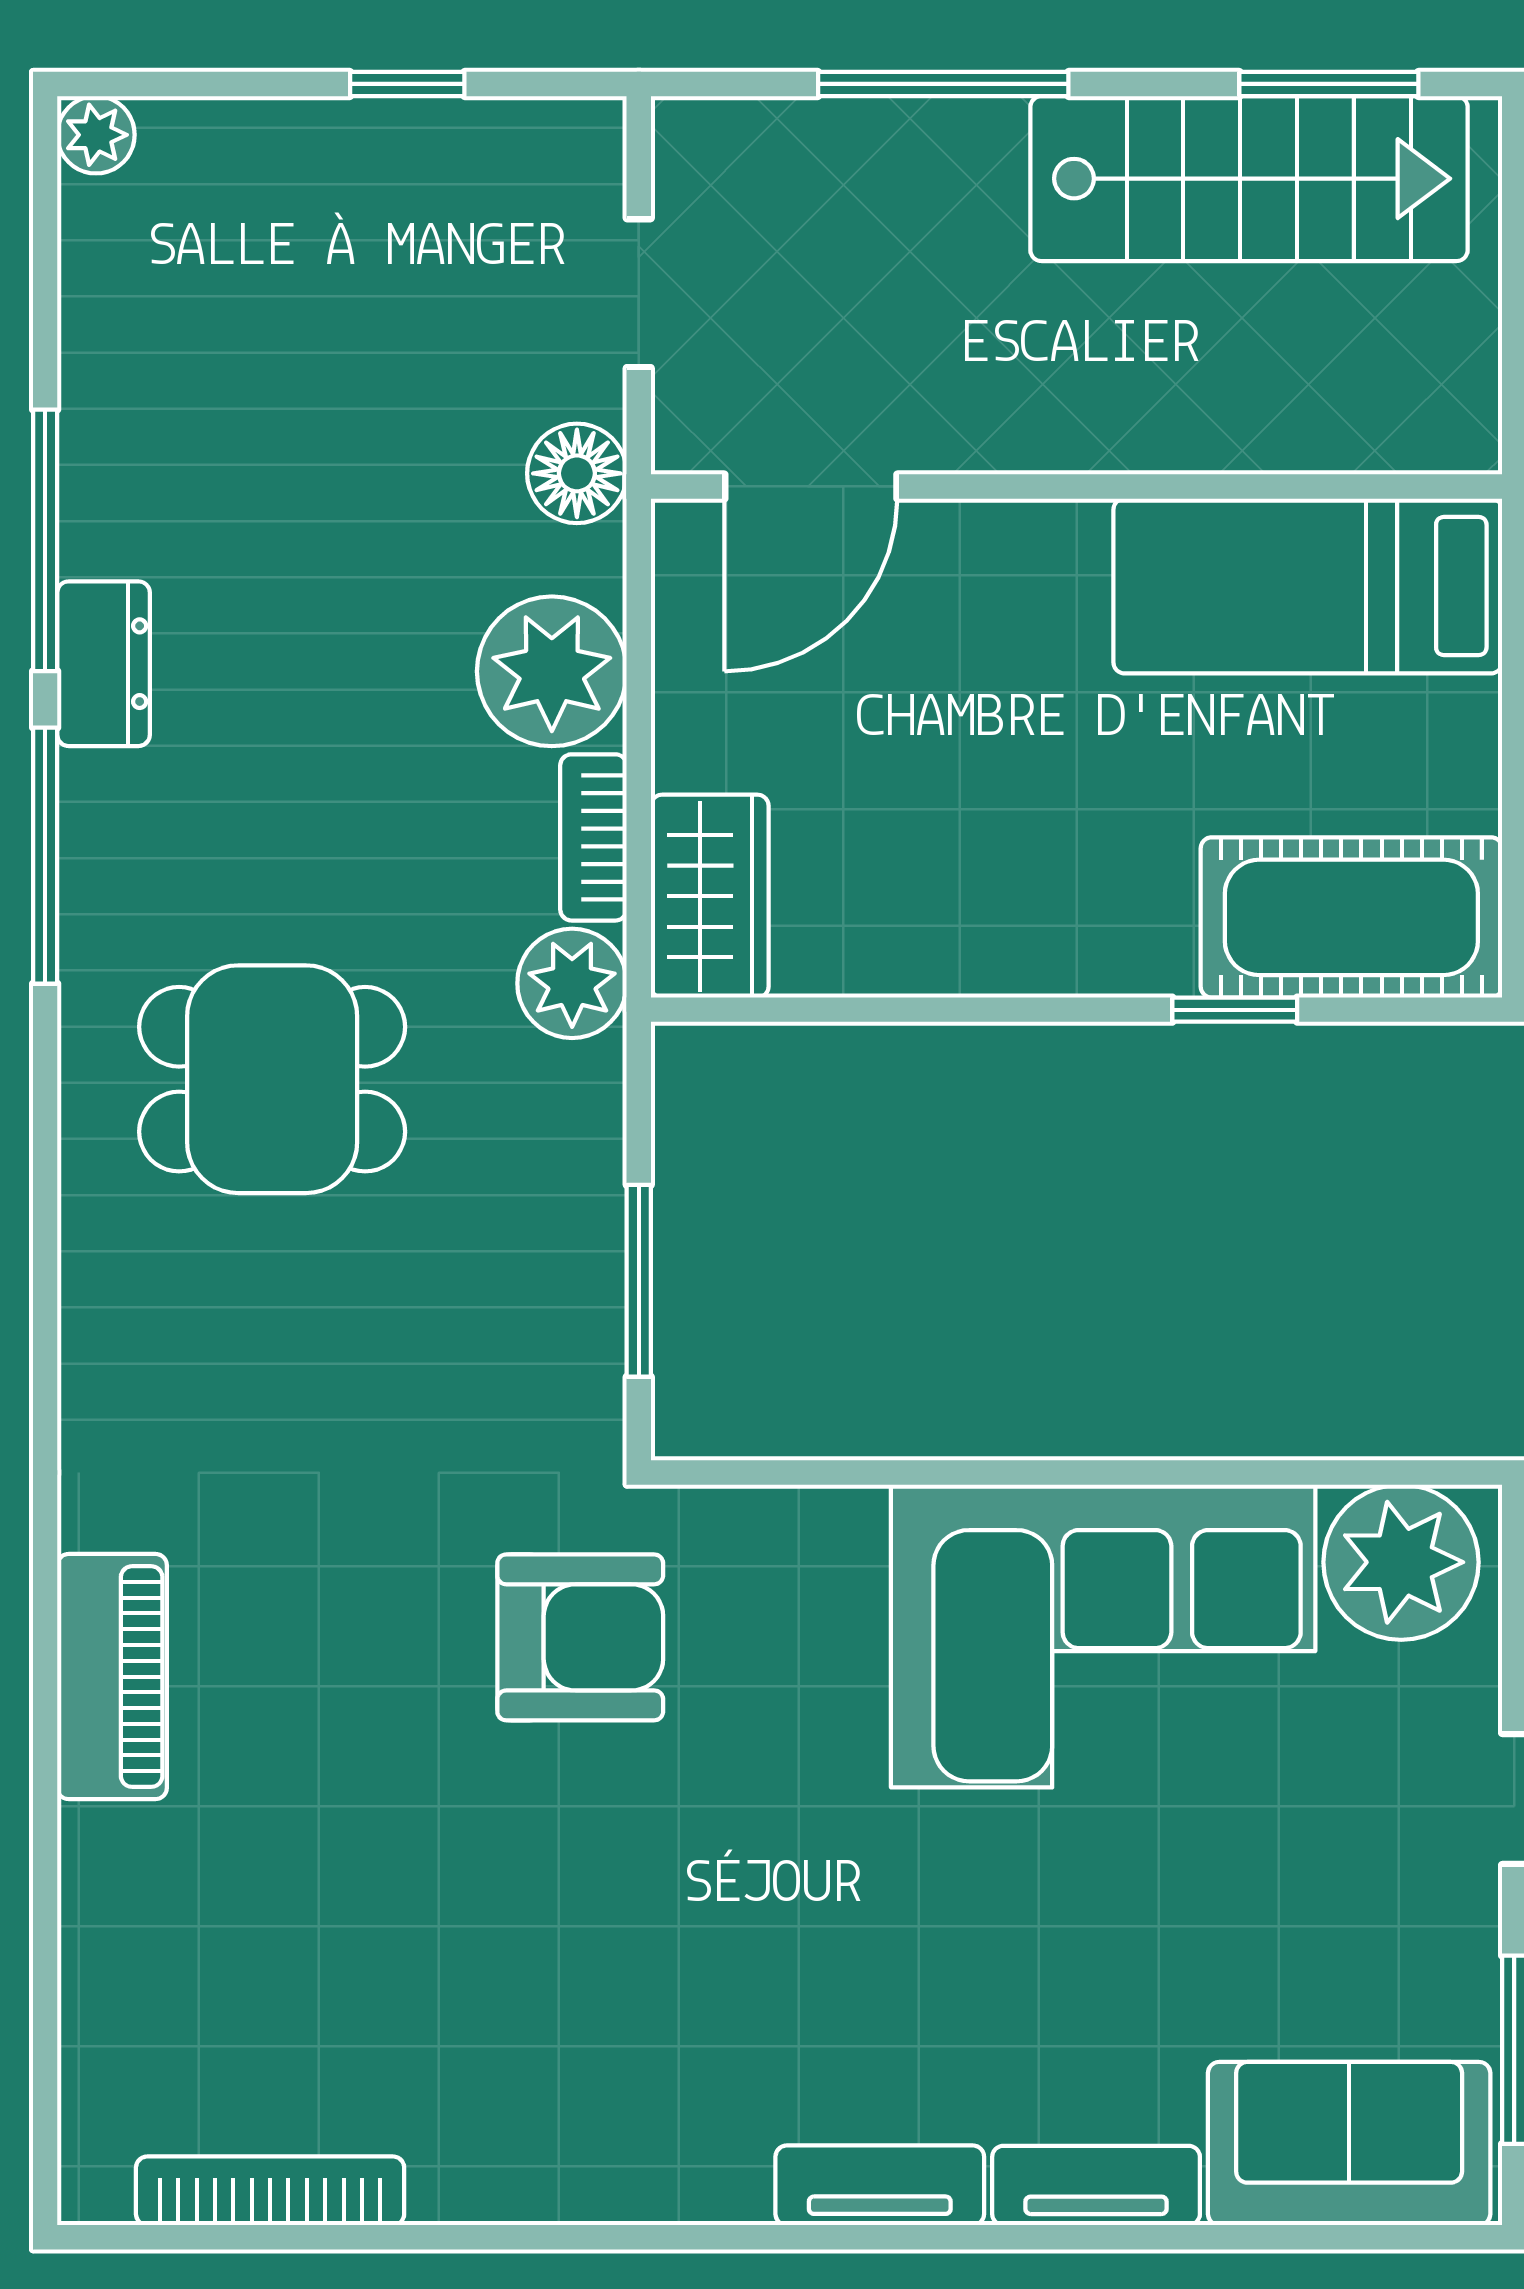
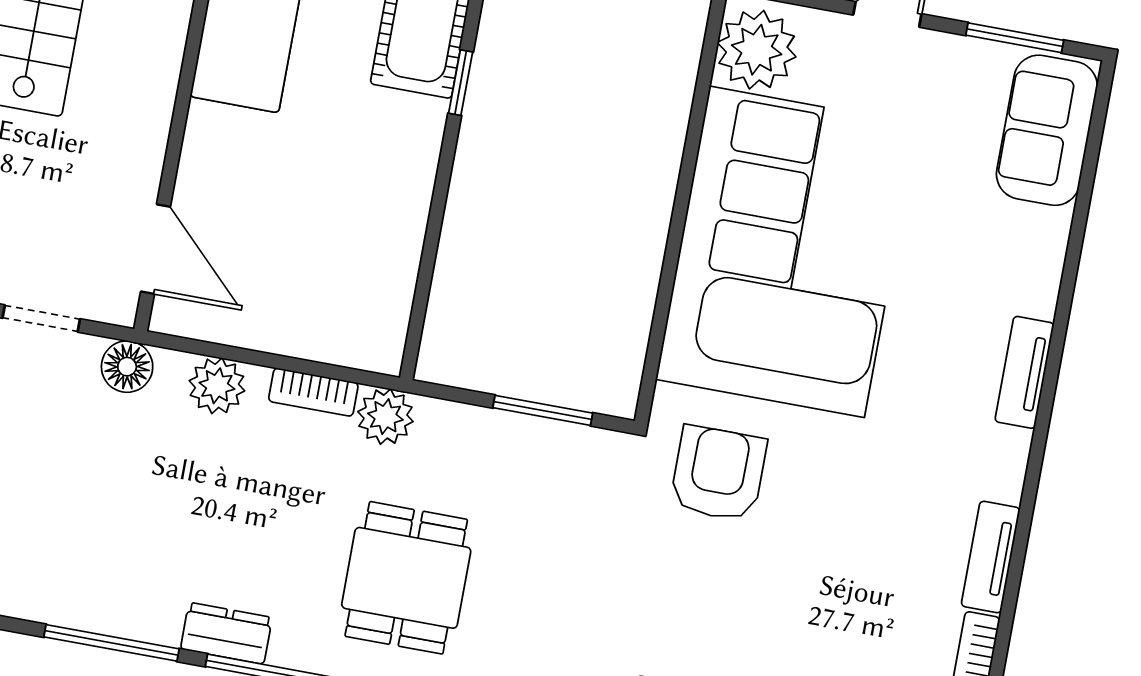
dresser: (104, 664) -> (226, 633), moved
plant: (552, 671) -> (217, 386), width x0.73, depth x0.73
wardrobe: (710, 896) -> (354, 339), removed
corner sofa: (1103, 1636) -> (787, 252), width x1.36, depth x1.36
tv unit: (1096, 2185) -> (991, 557), moved

